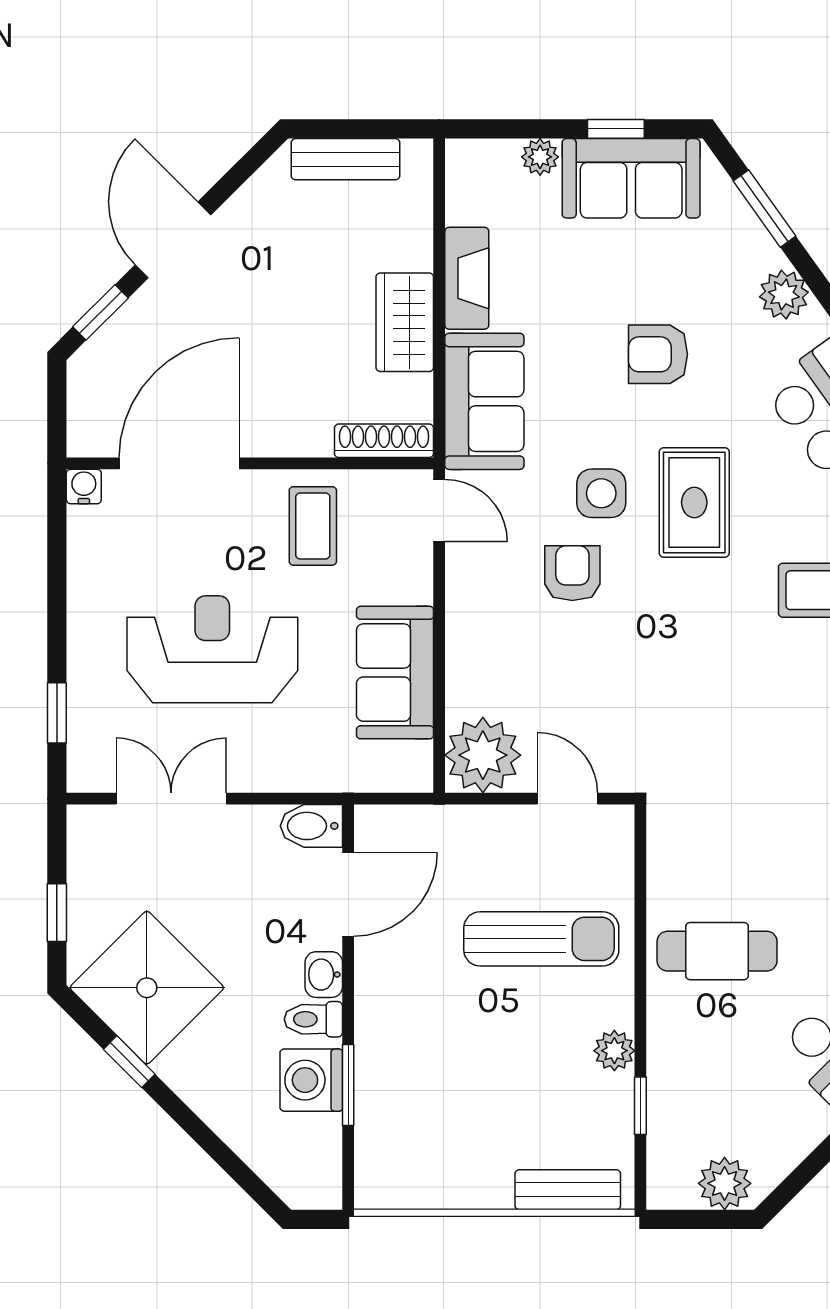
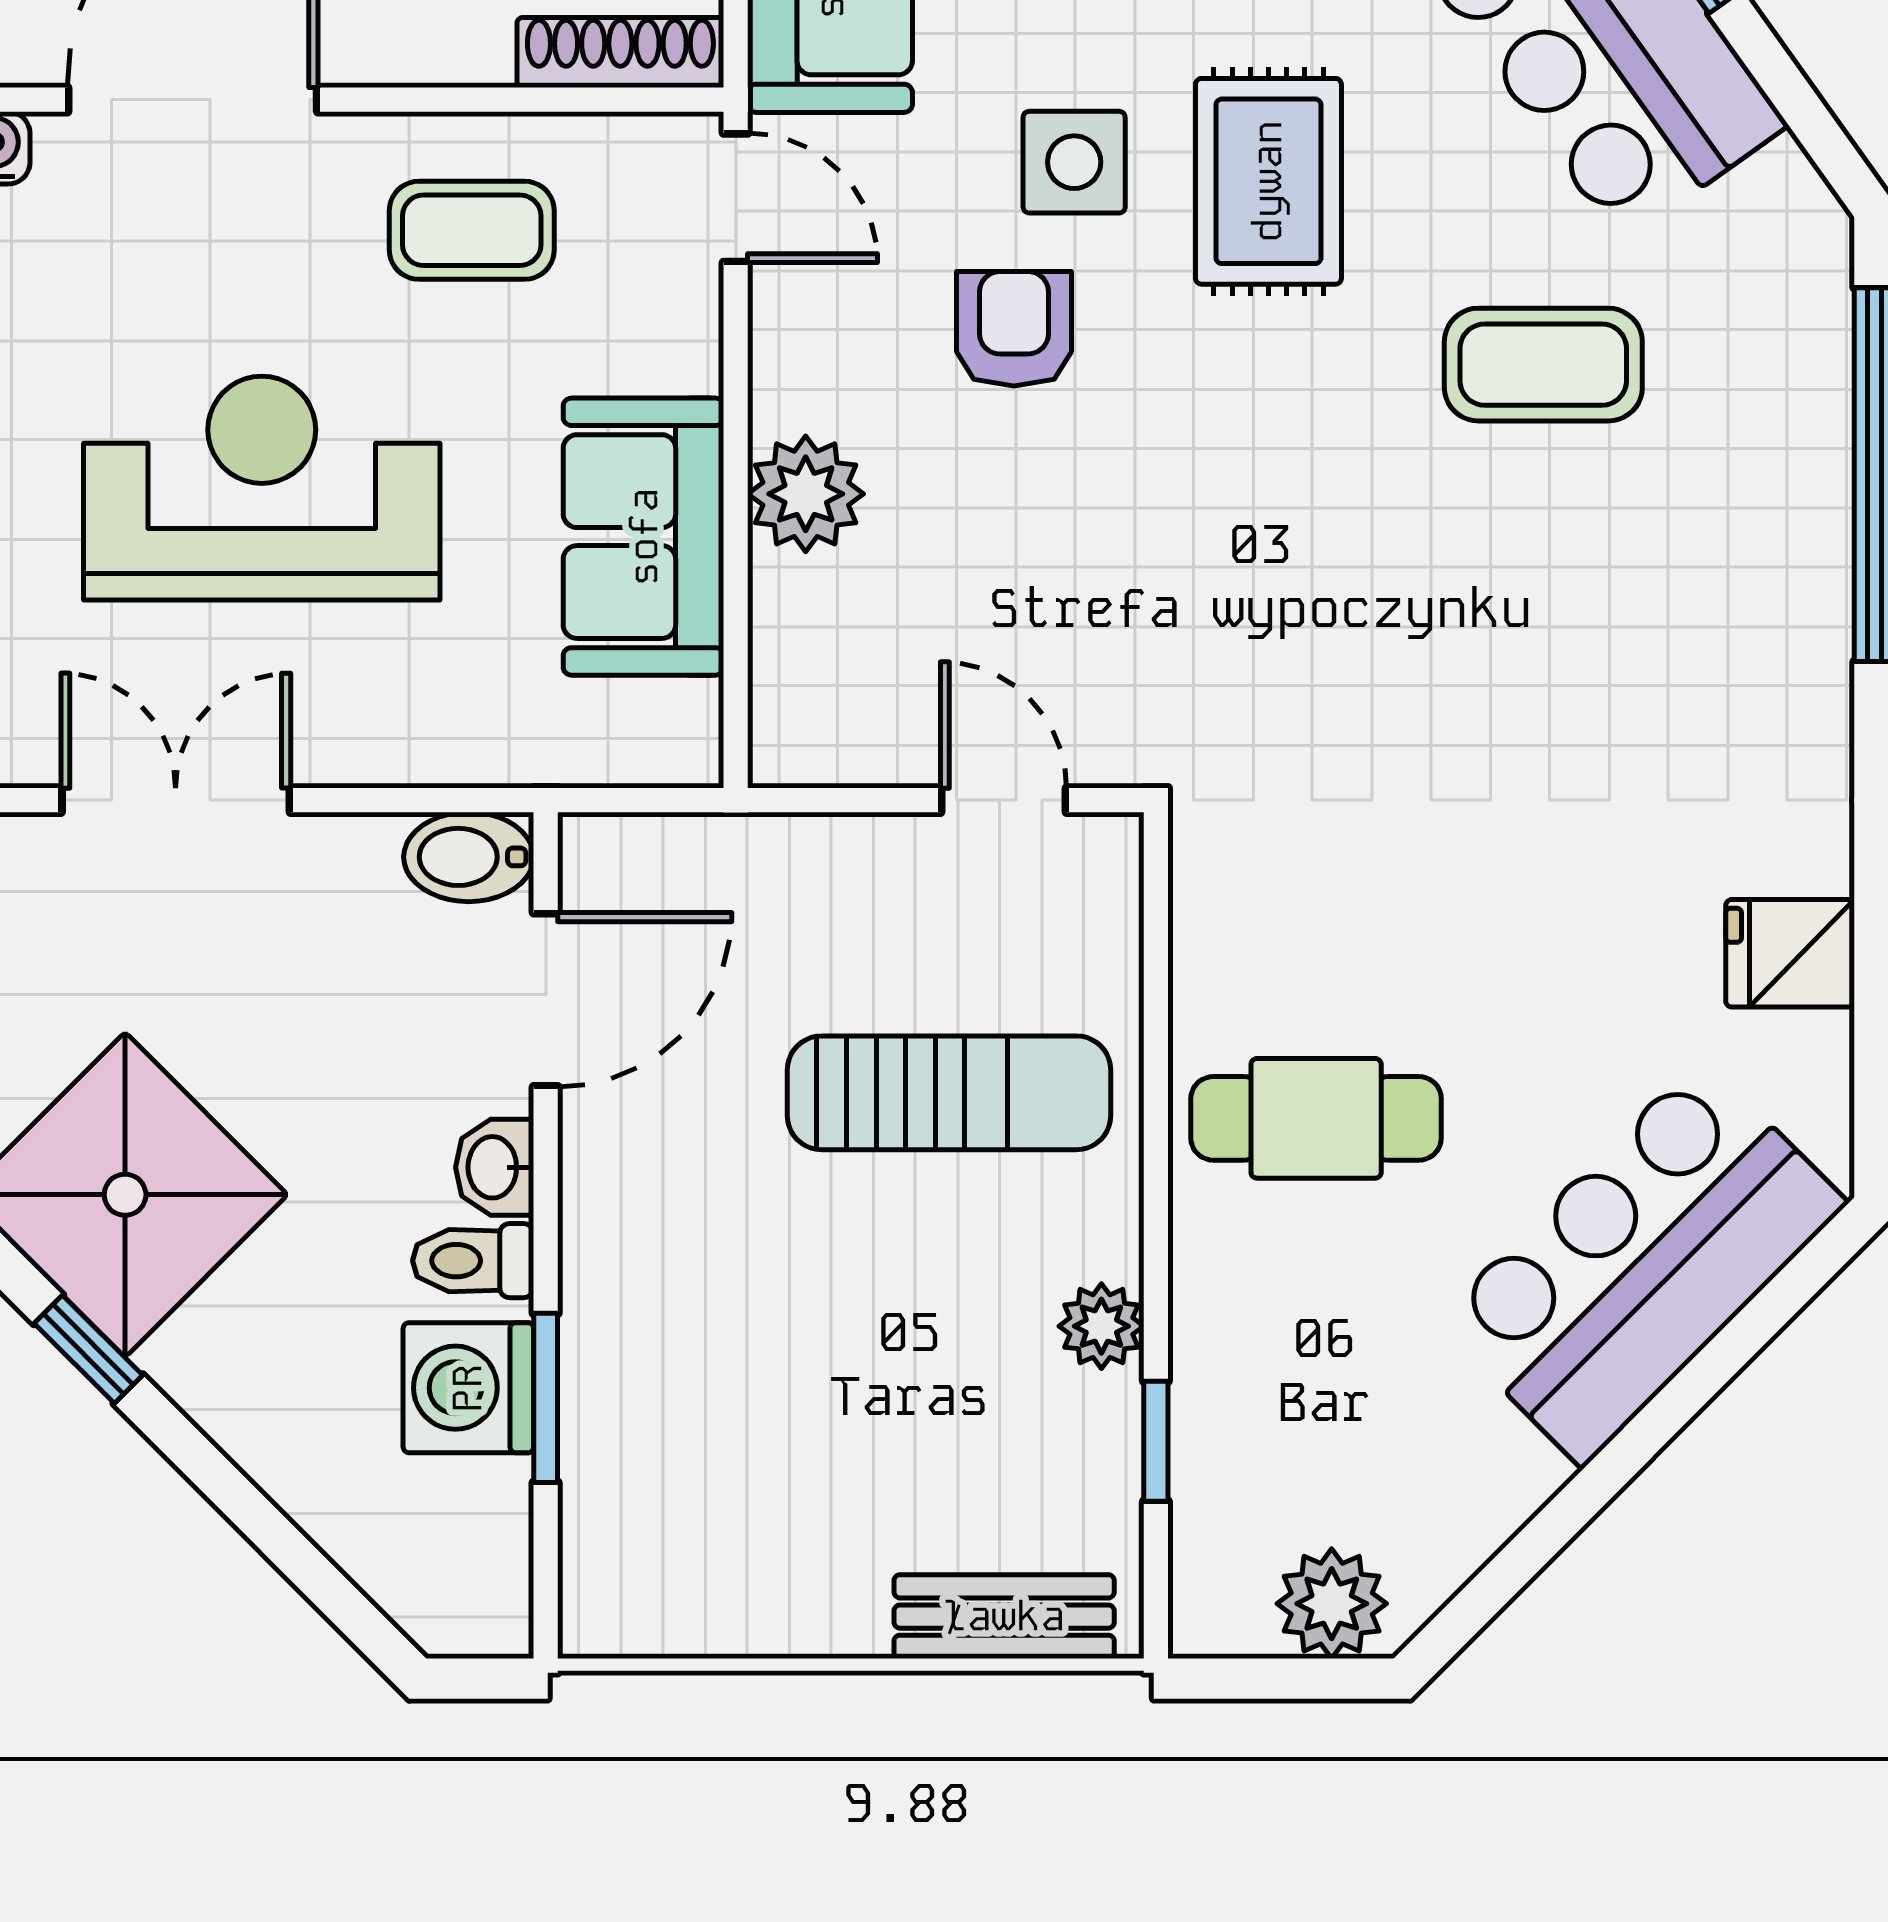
coffee table: (313, 526) -> (472, 230), turned 90
plant: (483, 755) -> (806, 494), moved, width x0.73, depth x0.73

